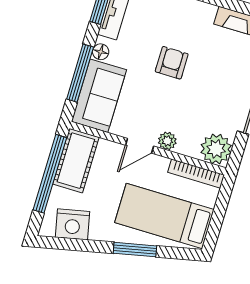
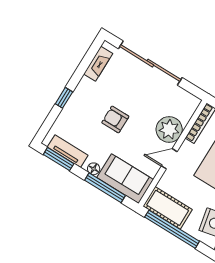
plant: (167, 141) -> (169, 129), width x1.87, depth x1.87
door: (140, 146) -> (169, 159), swing flipped
plant: (216, 149) -> (186, 104), removed

